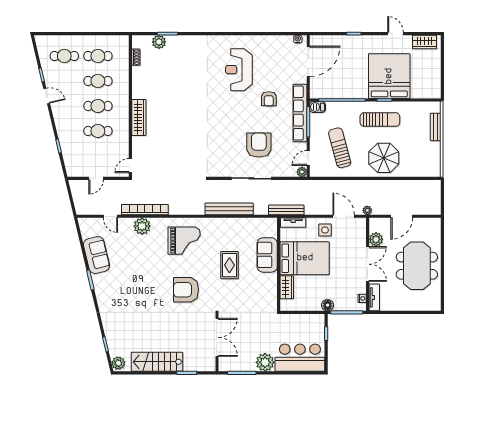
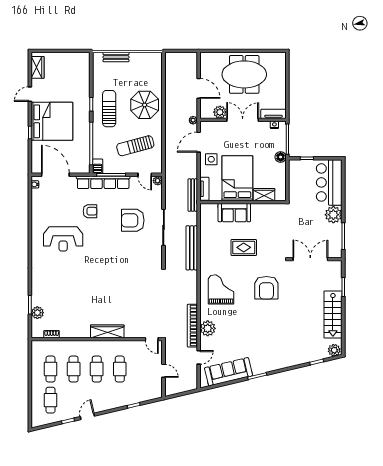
bed: (389, 76) -> (52, 121), moved, turned 180
sofa: (96, 255) -> (229, 372), width x1.36

